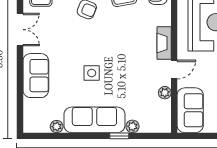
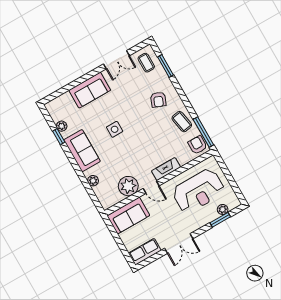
plant: (165, 93) -> (128, 186), width x1.87, depth x1.87
sofa: (94, 120) -> (82, 151), width x0.73
window: (119, 136) -> (59, 137), moved

